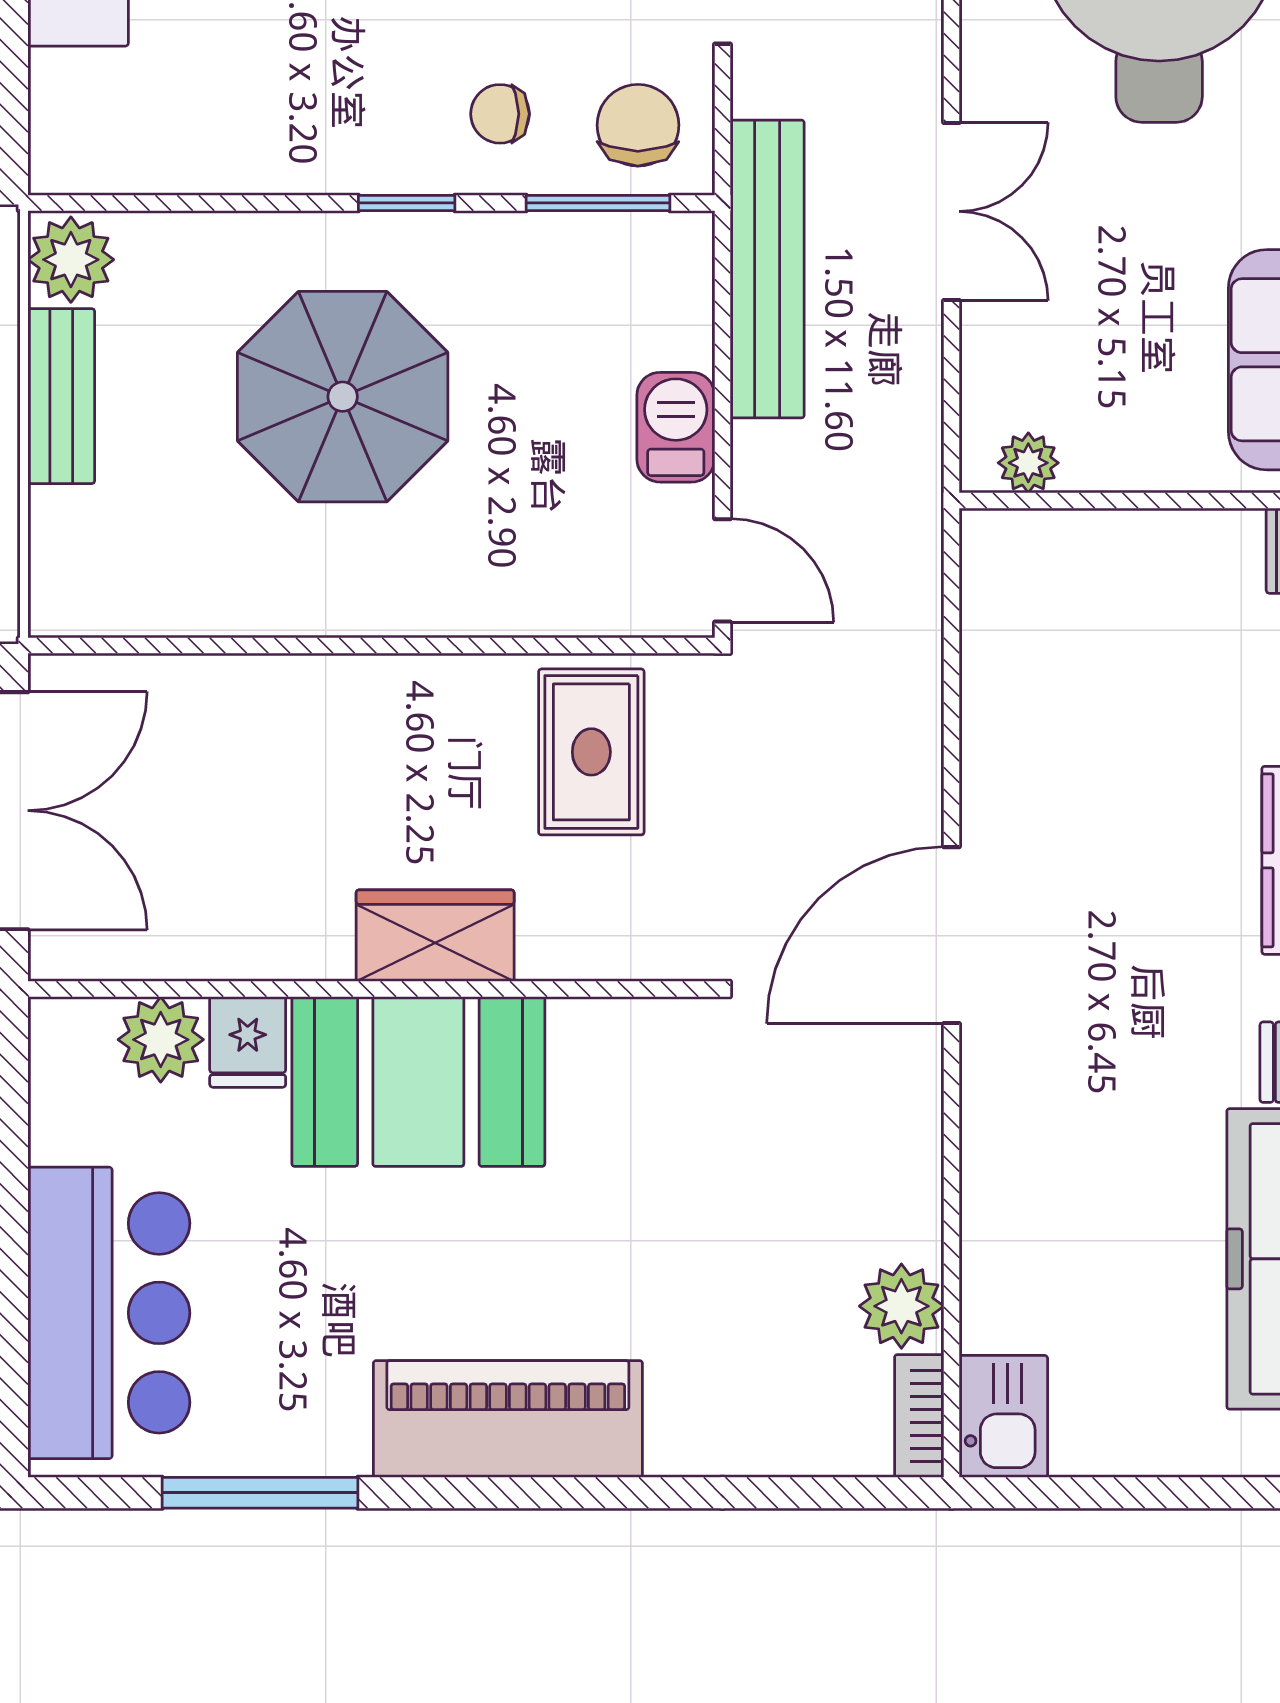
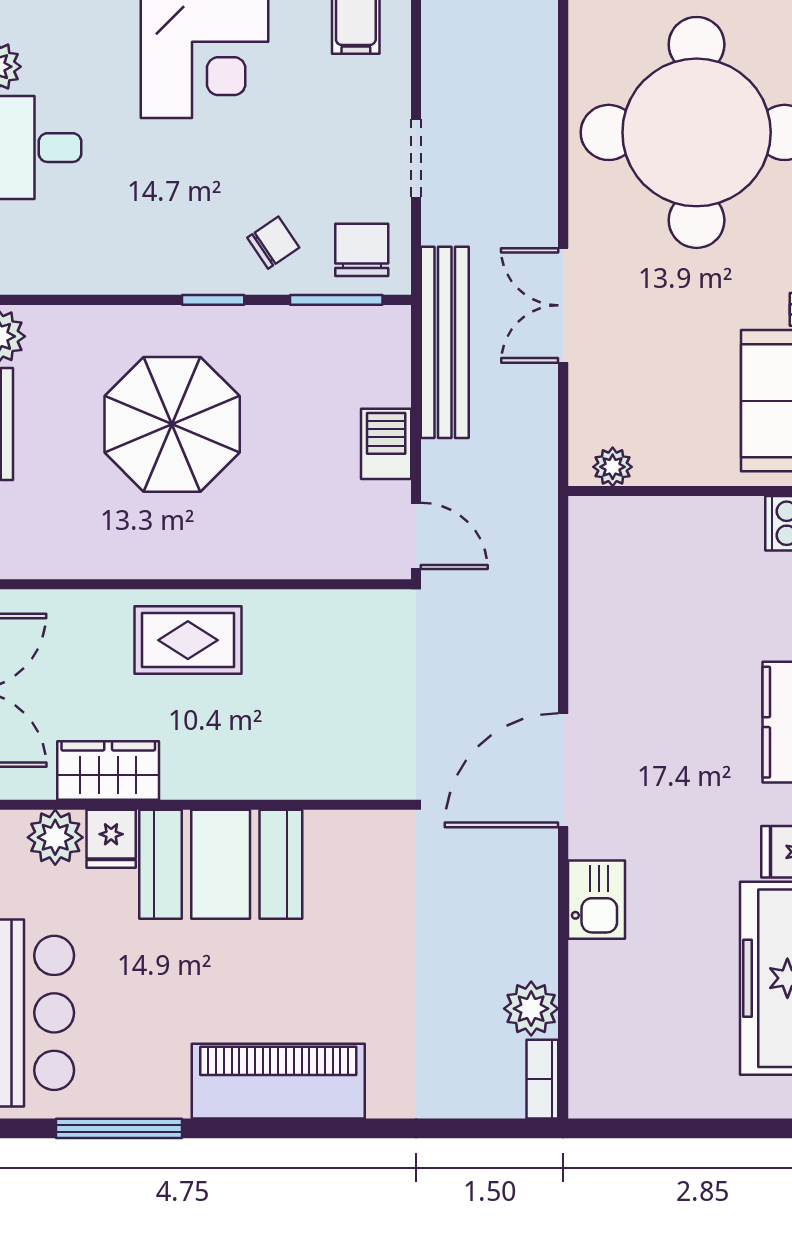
chair: (500, 114) -> (273, 243), turned 146
double door: (951, 211) -> (563, 305), swing flipped
rug: (591, 752) -> (188, 640), moved, turned 90
wardrobe: (435, 936) -> (108, 771), moved
kitchen sink: (1003, 1416) -> (596, 900), moved

